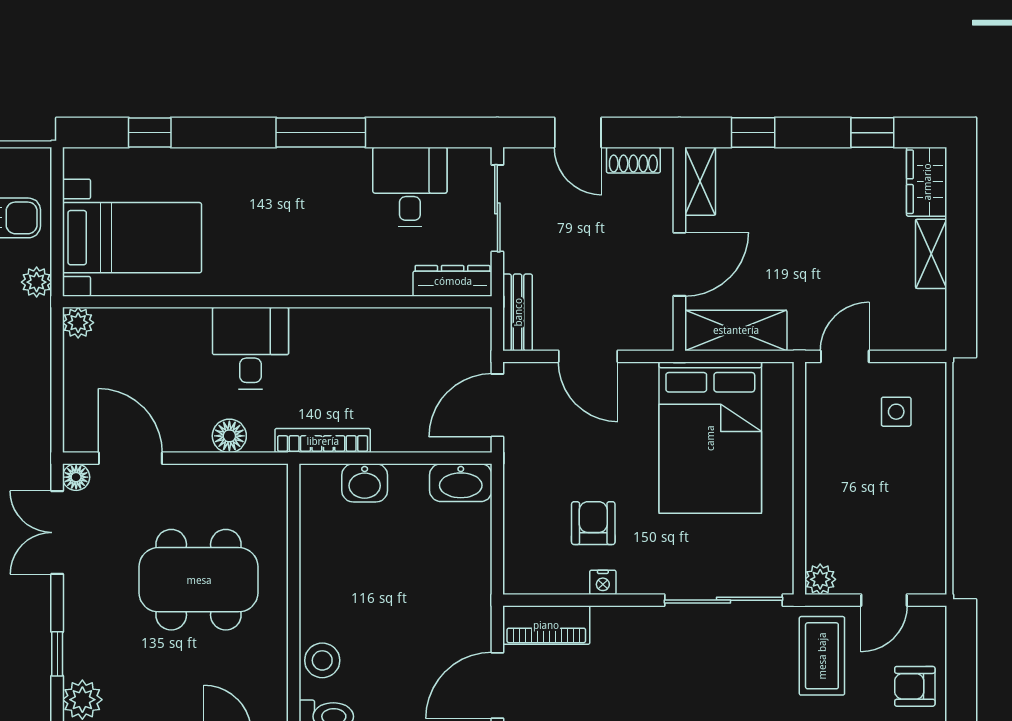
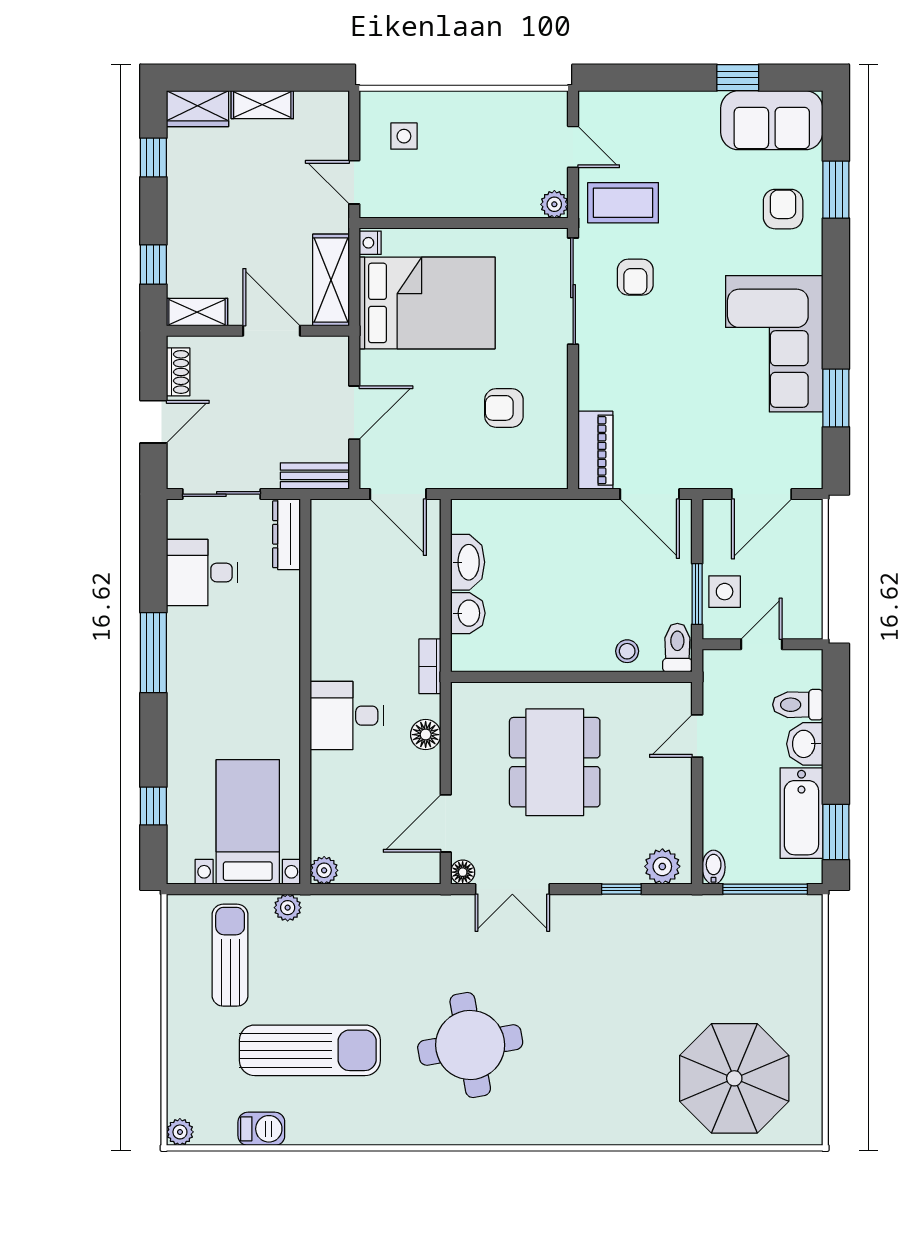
bookcase: (323, 441) -> (430, 666), width x0.64
washbasin: (461, 483) -> (468, 562), moved
nightstand: (603, 582) -> (370, 243), moved, turned 180
stool: (322, 660) -> (627, 651), width x0.73, depth x0.73
armchair: (915, 686) -> (635, 277), moved

